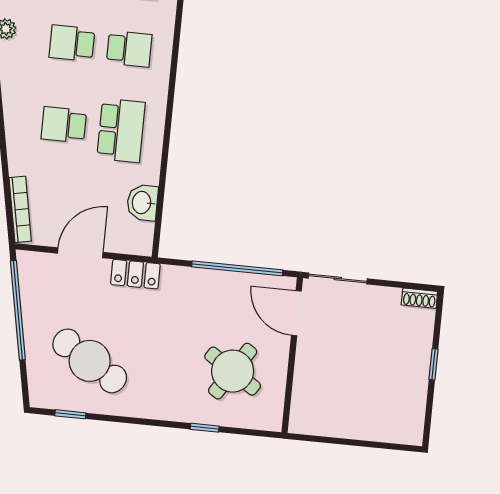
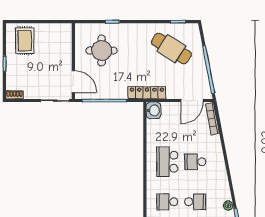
school desk: (64, 125) -> (195, 162), turned 180
washbasin: (142, 203) -> (153, 110), moved
door: (80, 253) -> (192, 101), moved
locker: (135, 274) -> (147, 93), width x1.53
round table: (233, 371) -> (102, 51), turned -33
rug: (387, 407) -> (25, 41), added

